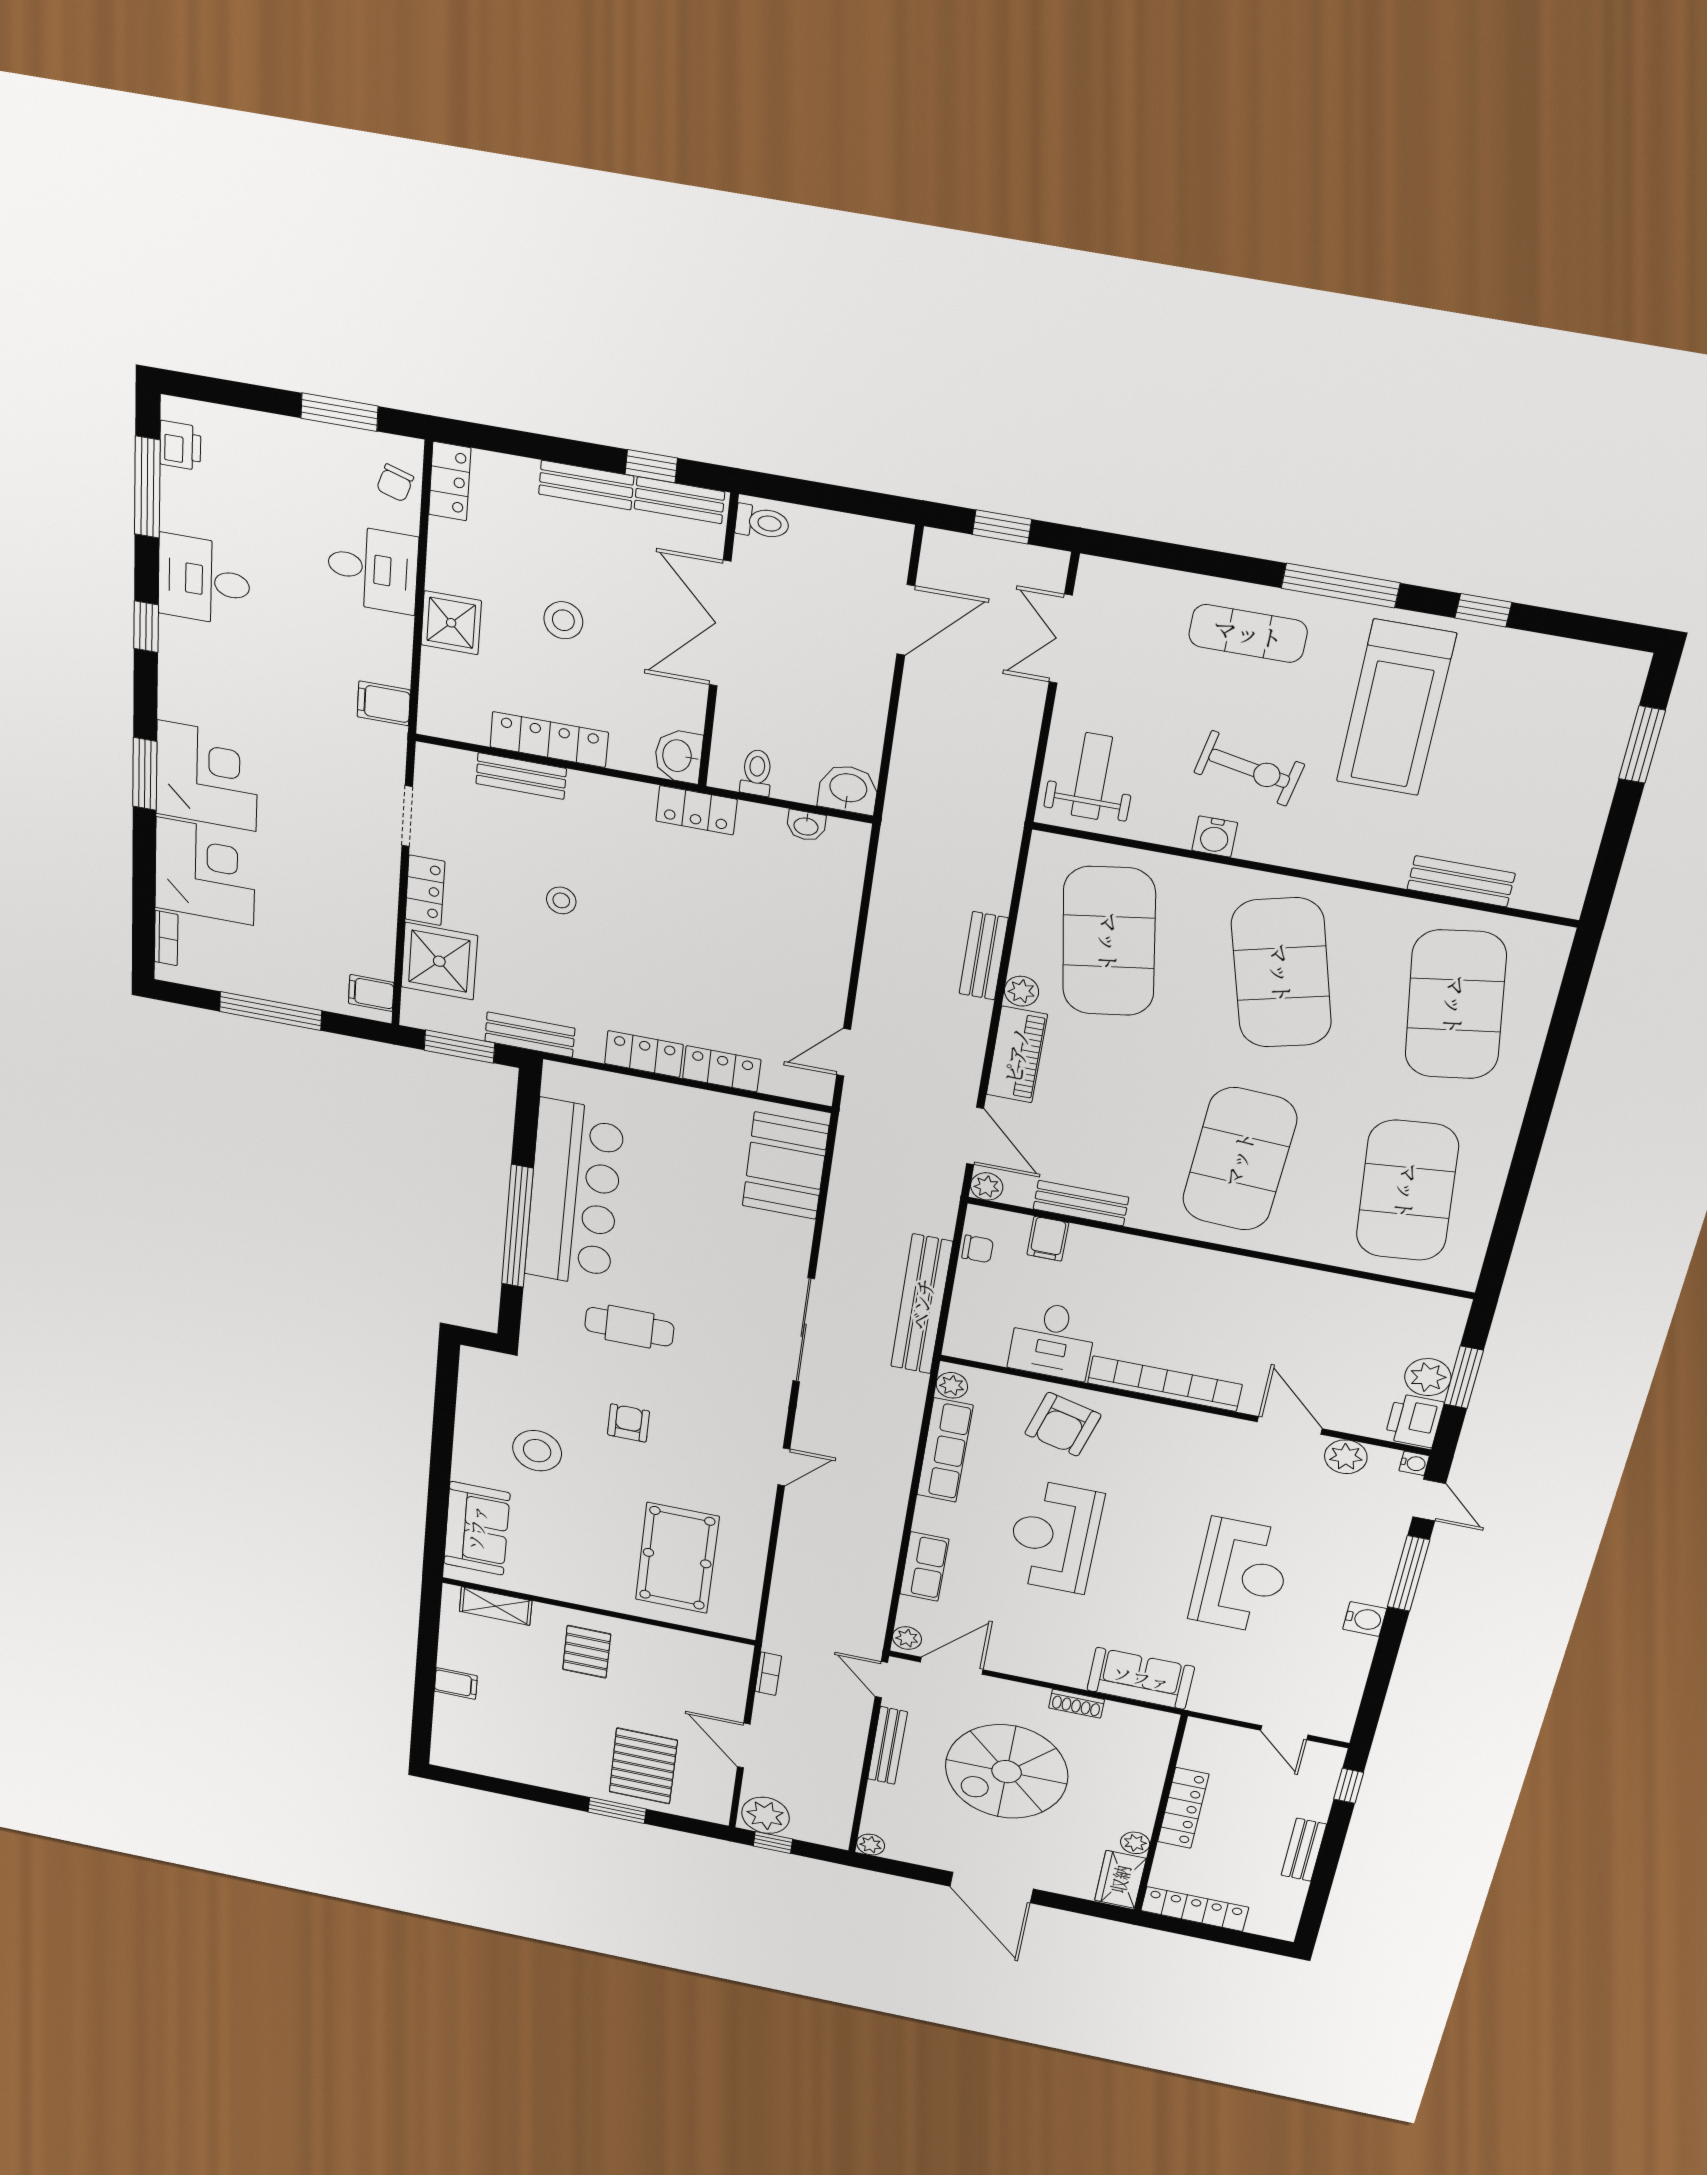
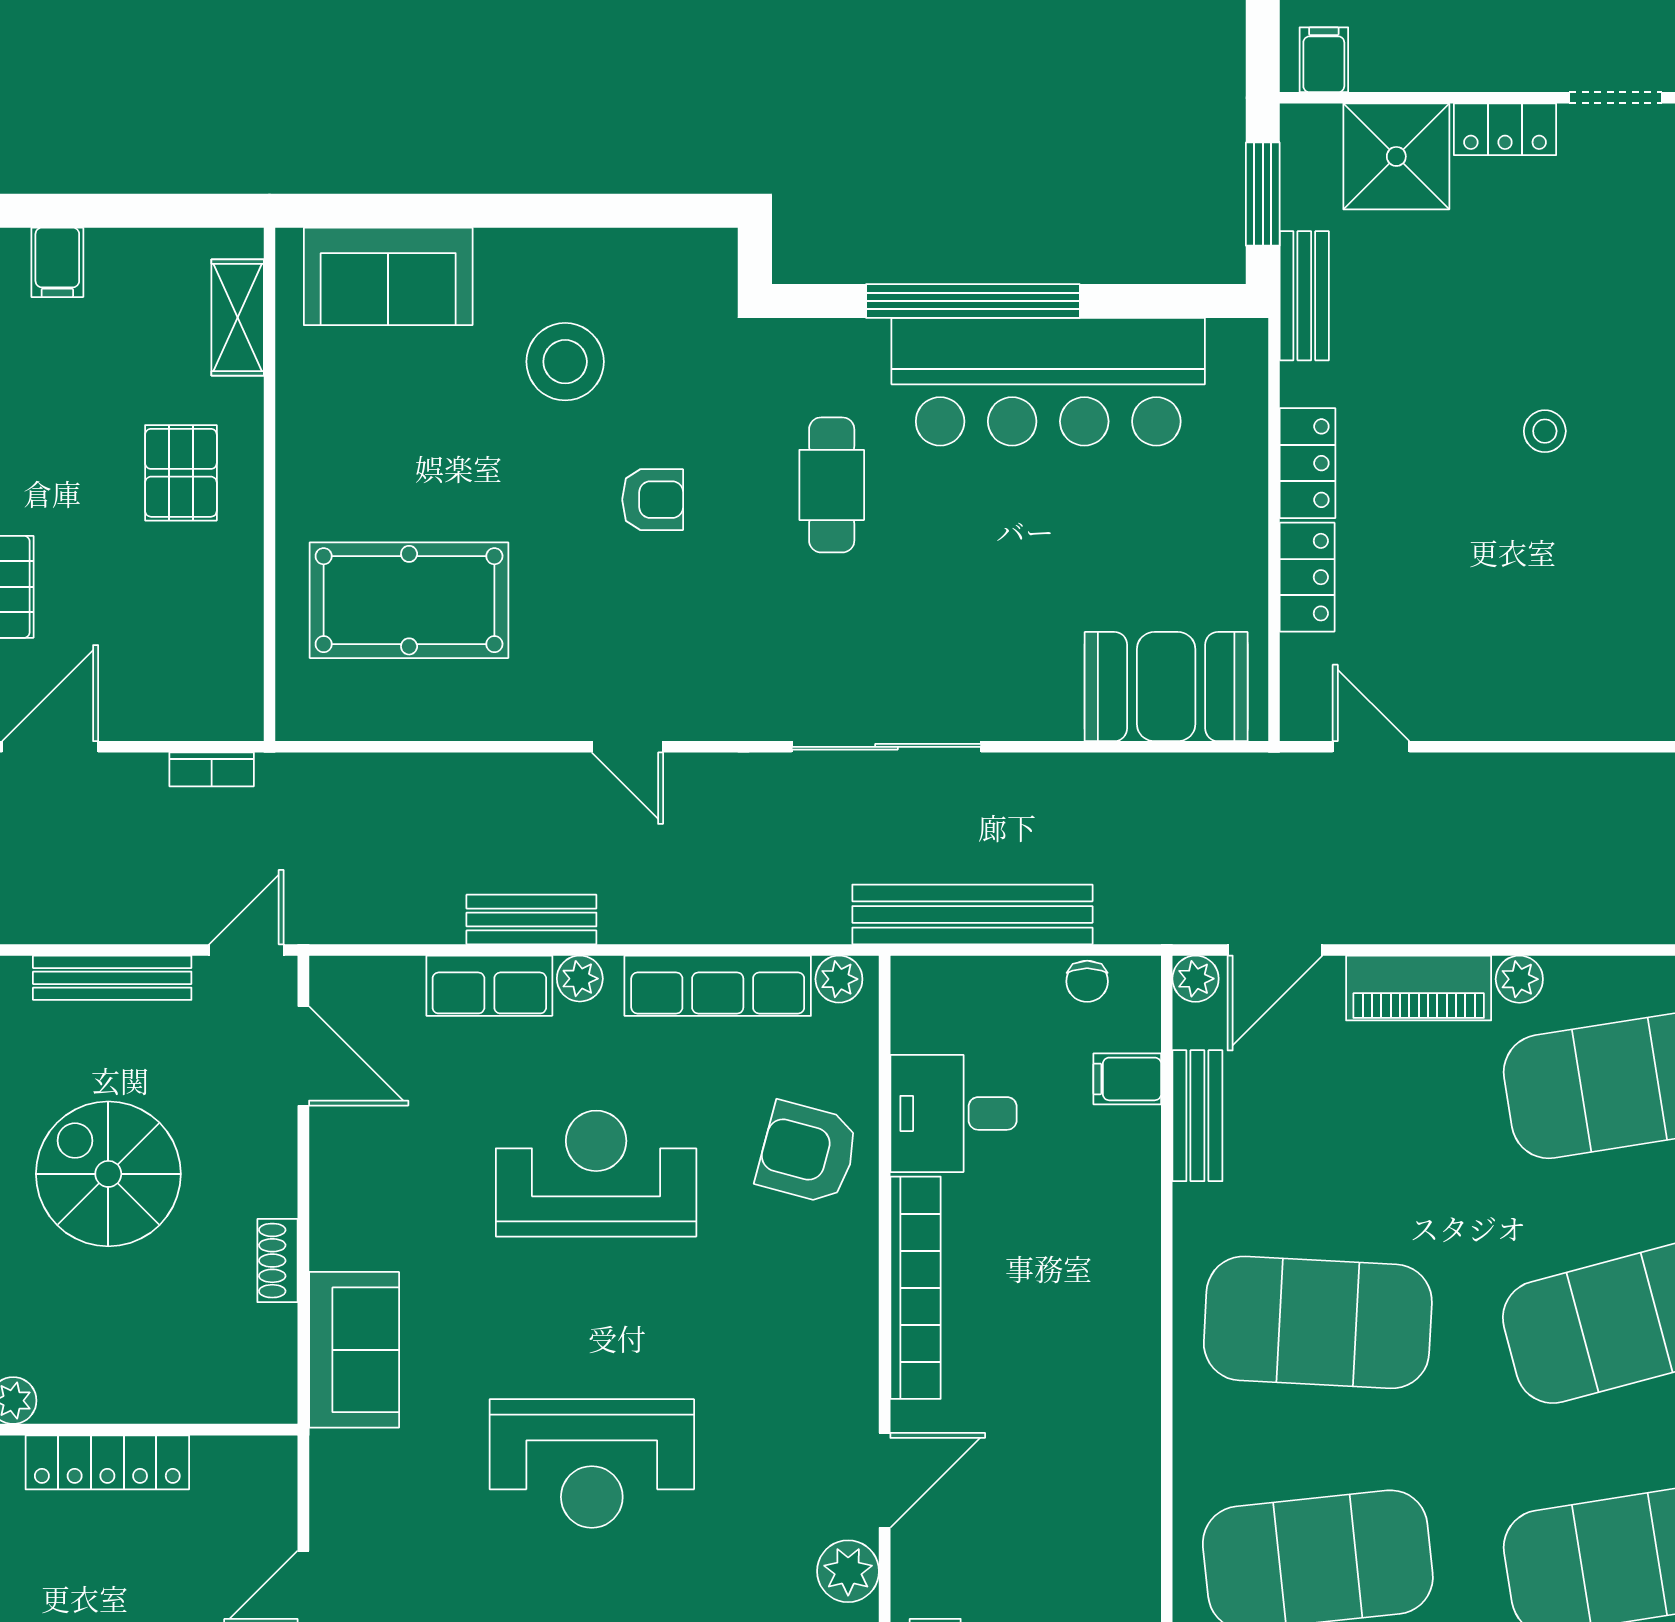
stool: (561, 900) -> (1545, 431), moved
bench: (984, 956) -> (531, 919), moved
plant: (907, 1638) -> (580, 979), moved
pallet: (587, 1652) -> (181, 473), turned 90
spiral stairs: (1007, 1772) -> (108, 1174), width x0.73, depth x0.73

